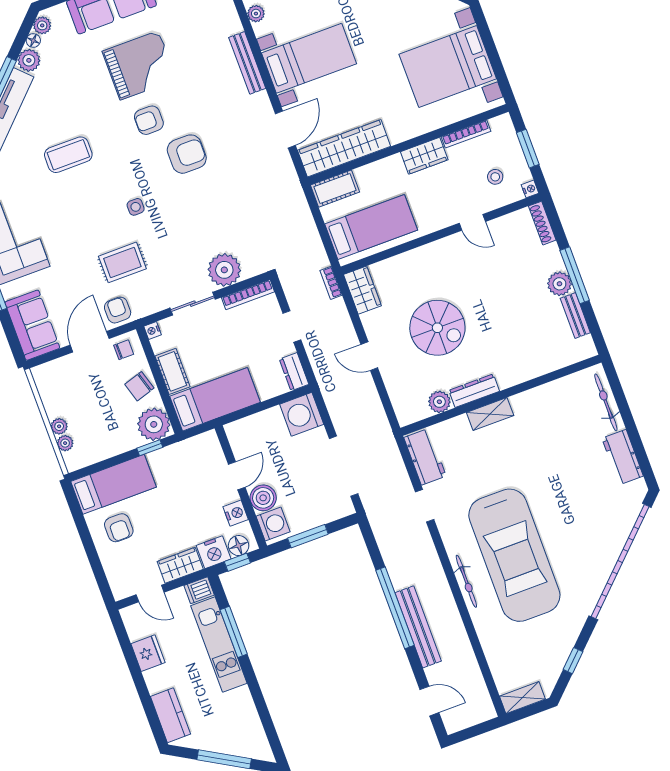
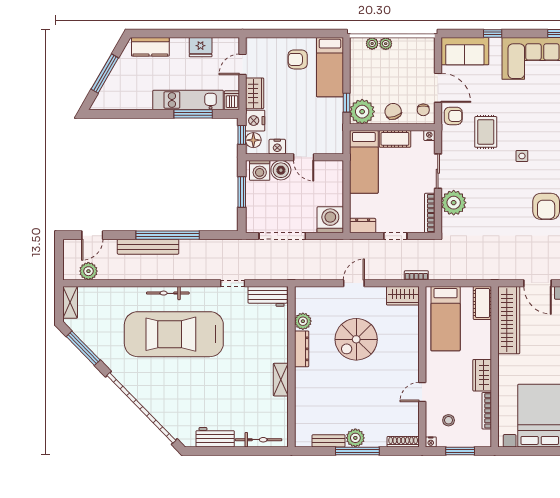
shelving: (490, 414) -> (281, 380), moved
window: (573, 661) -> (83, 348), width x2.17
plant: (476, 689) -> (88, 271), added

